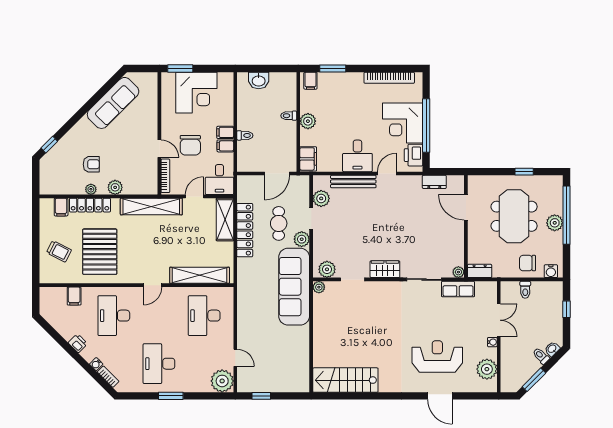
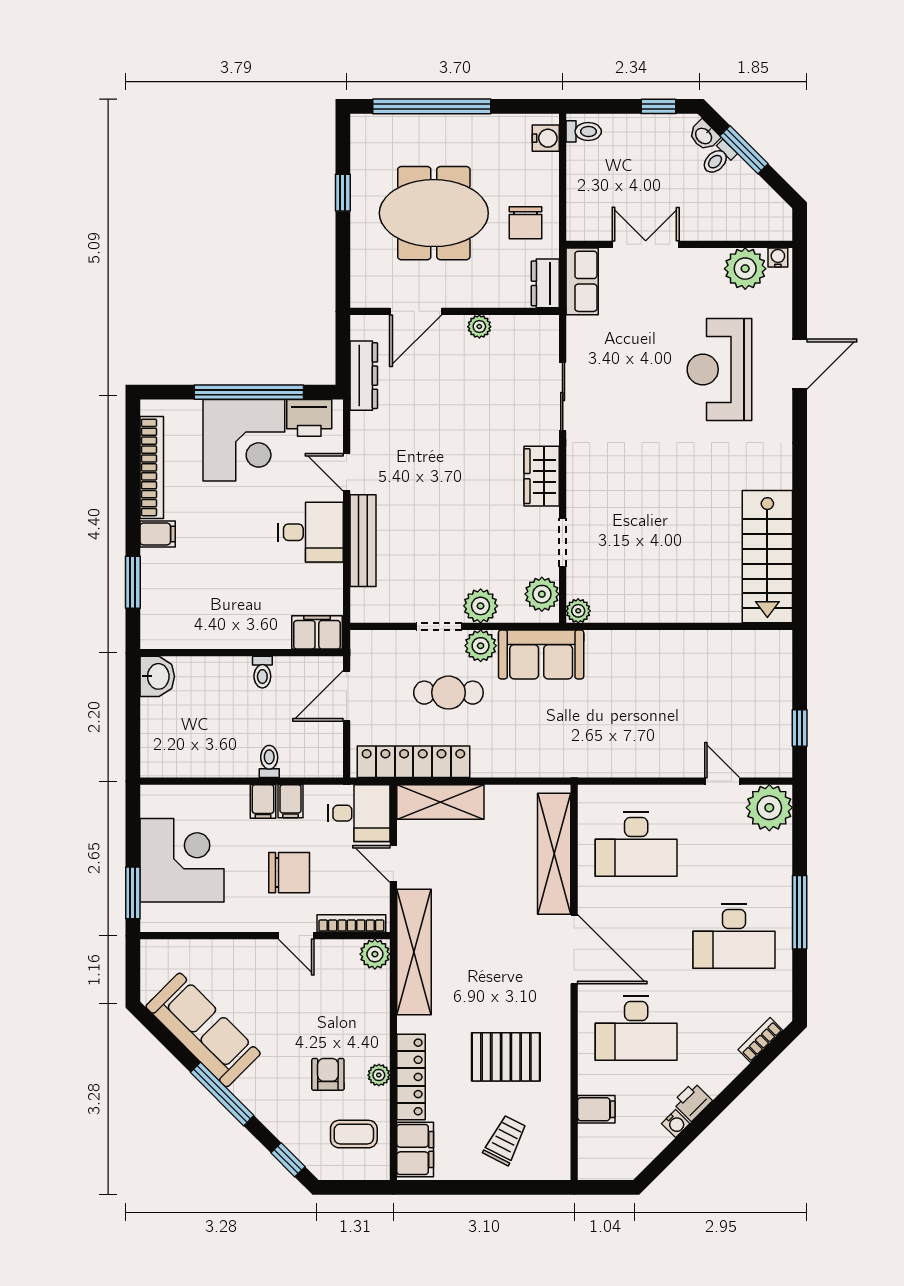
washbasin: (259, 80) -> (157, 676), moved
filing cabinet: (310, 81) -> (158, 534), moved
window: (82, 112) -> (222, 1094), added
toilet: (289, 116) -> (262, 672), moved
plant: (308, 121) -> (240, 633), removed
door: (159, 149) -> (296, 936), swing flipped
door: (277, 173) -> (347, 696), swing flipped
coffee table: (62, 177) -> (354, 1134), added
dresser: (434, 182) -> (364, 376), width x1.44
plant: (115, 187) -> (375, 954), moved
plant: (321, 198) -> (481, 606), moved
filing cabinet: (61, 207) -> (415, 1150), width x2.00
plant: (555, 223) -> (447, 130), removed
locker: (245, 230) -> (413, 762), moved
pallet: (100, 252) -> (506, 1057), width x0.73, depth x0.71
chair: (527, 263) -> (526, 223), moved
plant: (458, 272) -> (479, 327), moved
door: (153, 285) -> (574, 949), width x1.87
sofa: (294, 287) -> (541, 654), width x0.54, depth x0.79
row of seats: (458, 289) -> (582, 281), moved
toilet: (525, 290) -> (584, 131), moved
window: (567, 309) -> (658, 106), moved
water cooler: (492, 342) -> (778, 257), moved
door: (235, 358) -> (722, 781), hinge flipped
water cooler: (96, 364) -> (676, 1124), moved
window: (534, 380) -> (744, 150), moved
window: (171, 396) -> (800, 912), width x1.44

